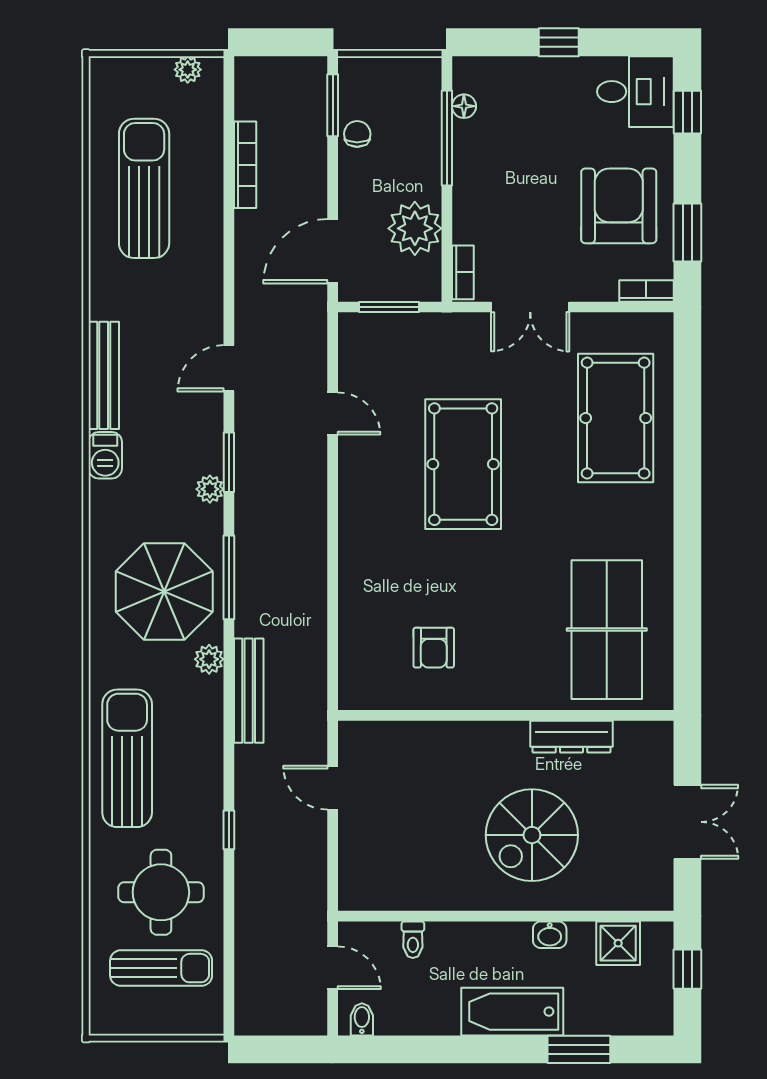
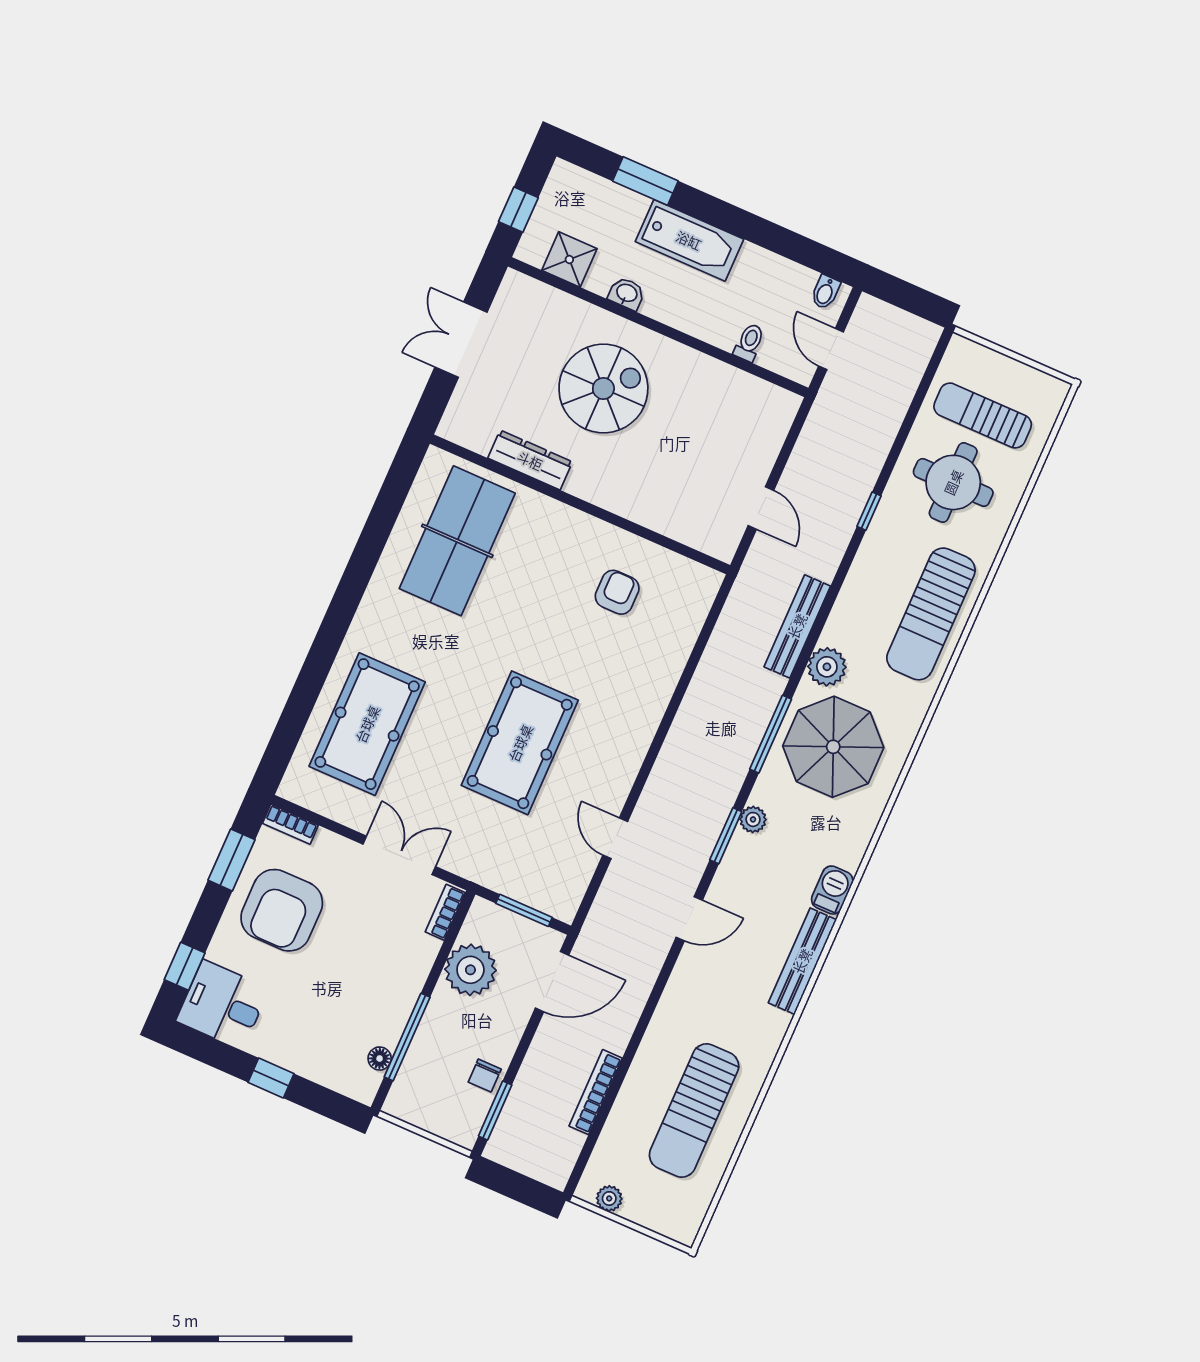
plant: (209, 659) -> (827, 667), width x1.38, depth x1.38

